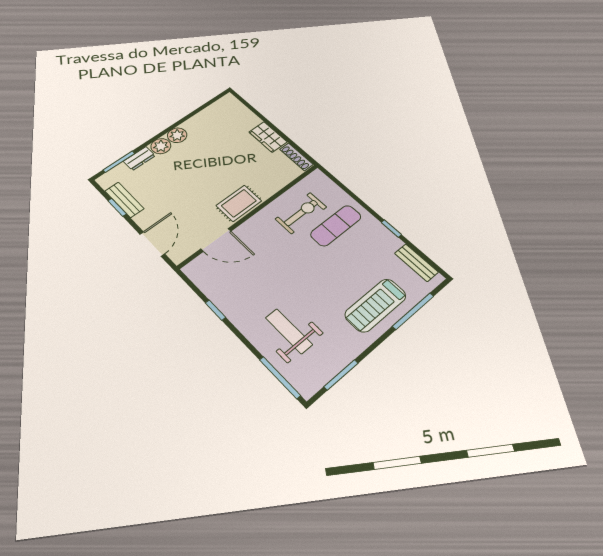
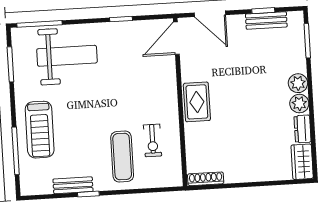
wardrobe: (268, 137) -> (302, 162), moved, turned -90
dresser: (139, 158) -> (303, 129), moved
exercise bike: (301, 213) -> (153, 140), width x0.73, depth x0.72
door: (216, 240) -> (176, 38), moved
bench: (416, 263) -> (73, 185), moved
treadmill: (375, 305) -> (40, 130), turned 180
weight bench: (289, 331) -> (67, 56), width x1.36, depth x1.33

